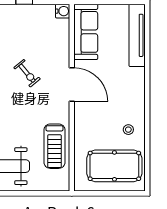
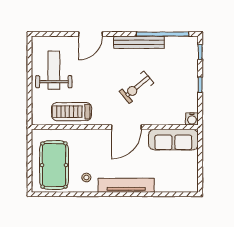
tv unit: (137, 35) -> (126, 185), moved
exercise bike: (27, 73) -> (137, 87), width x1.38, depth x1.39

